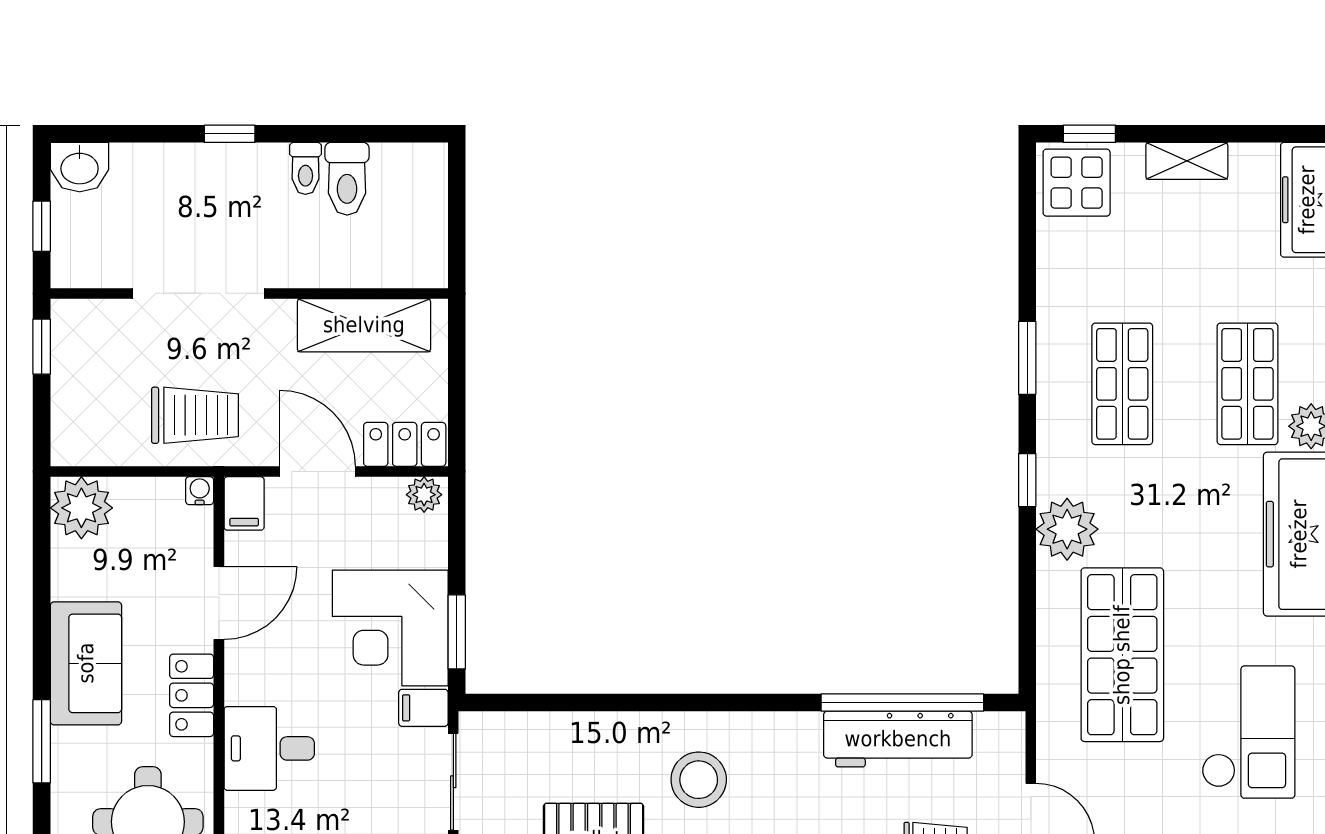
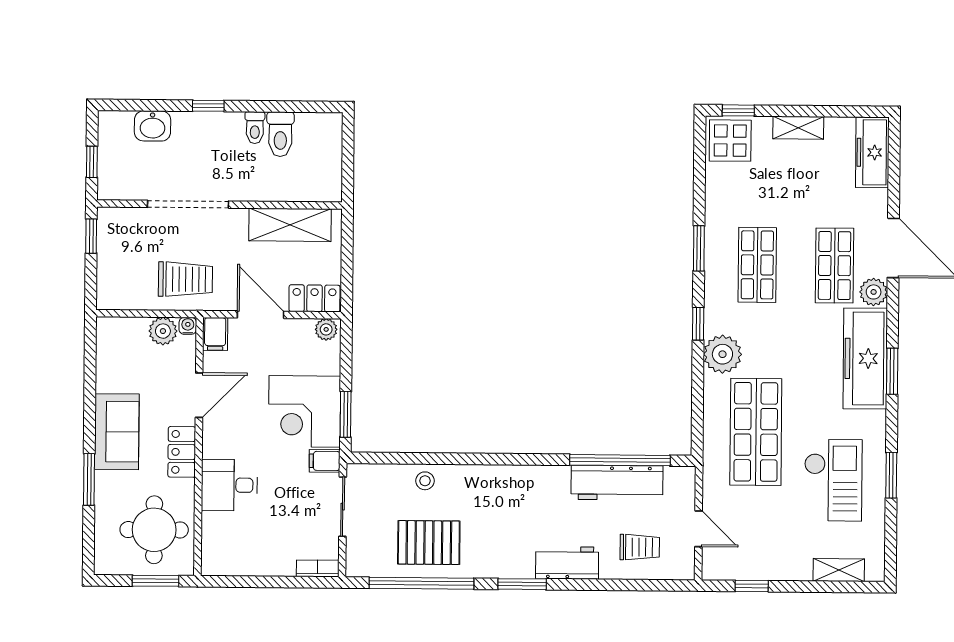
washbasin: (80, 167) -> (153, 126), moved
plant: (81, 508) -> (163, 331), moved, width x0.73, depth x0.73
stool: (699, 780) -> (425, 481), moved, width x0.53, depth x0.53

